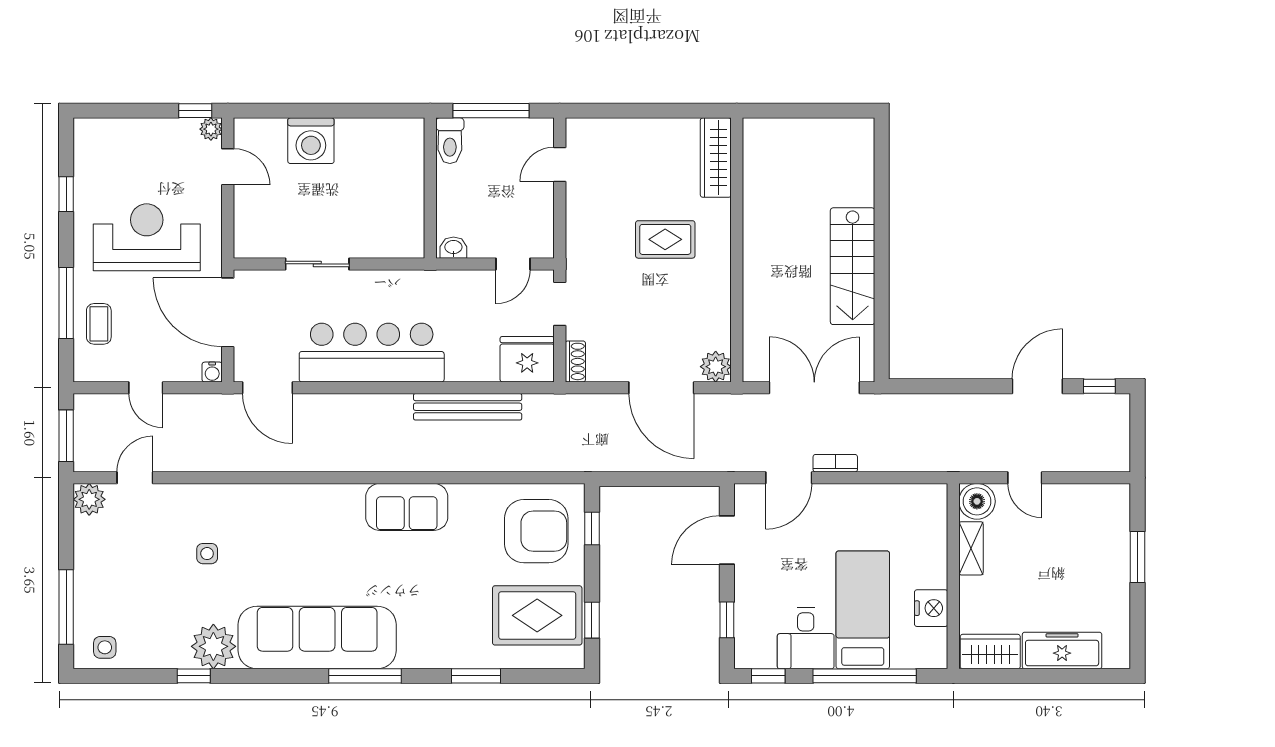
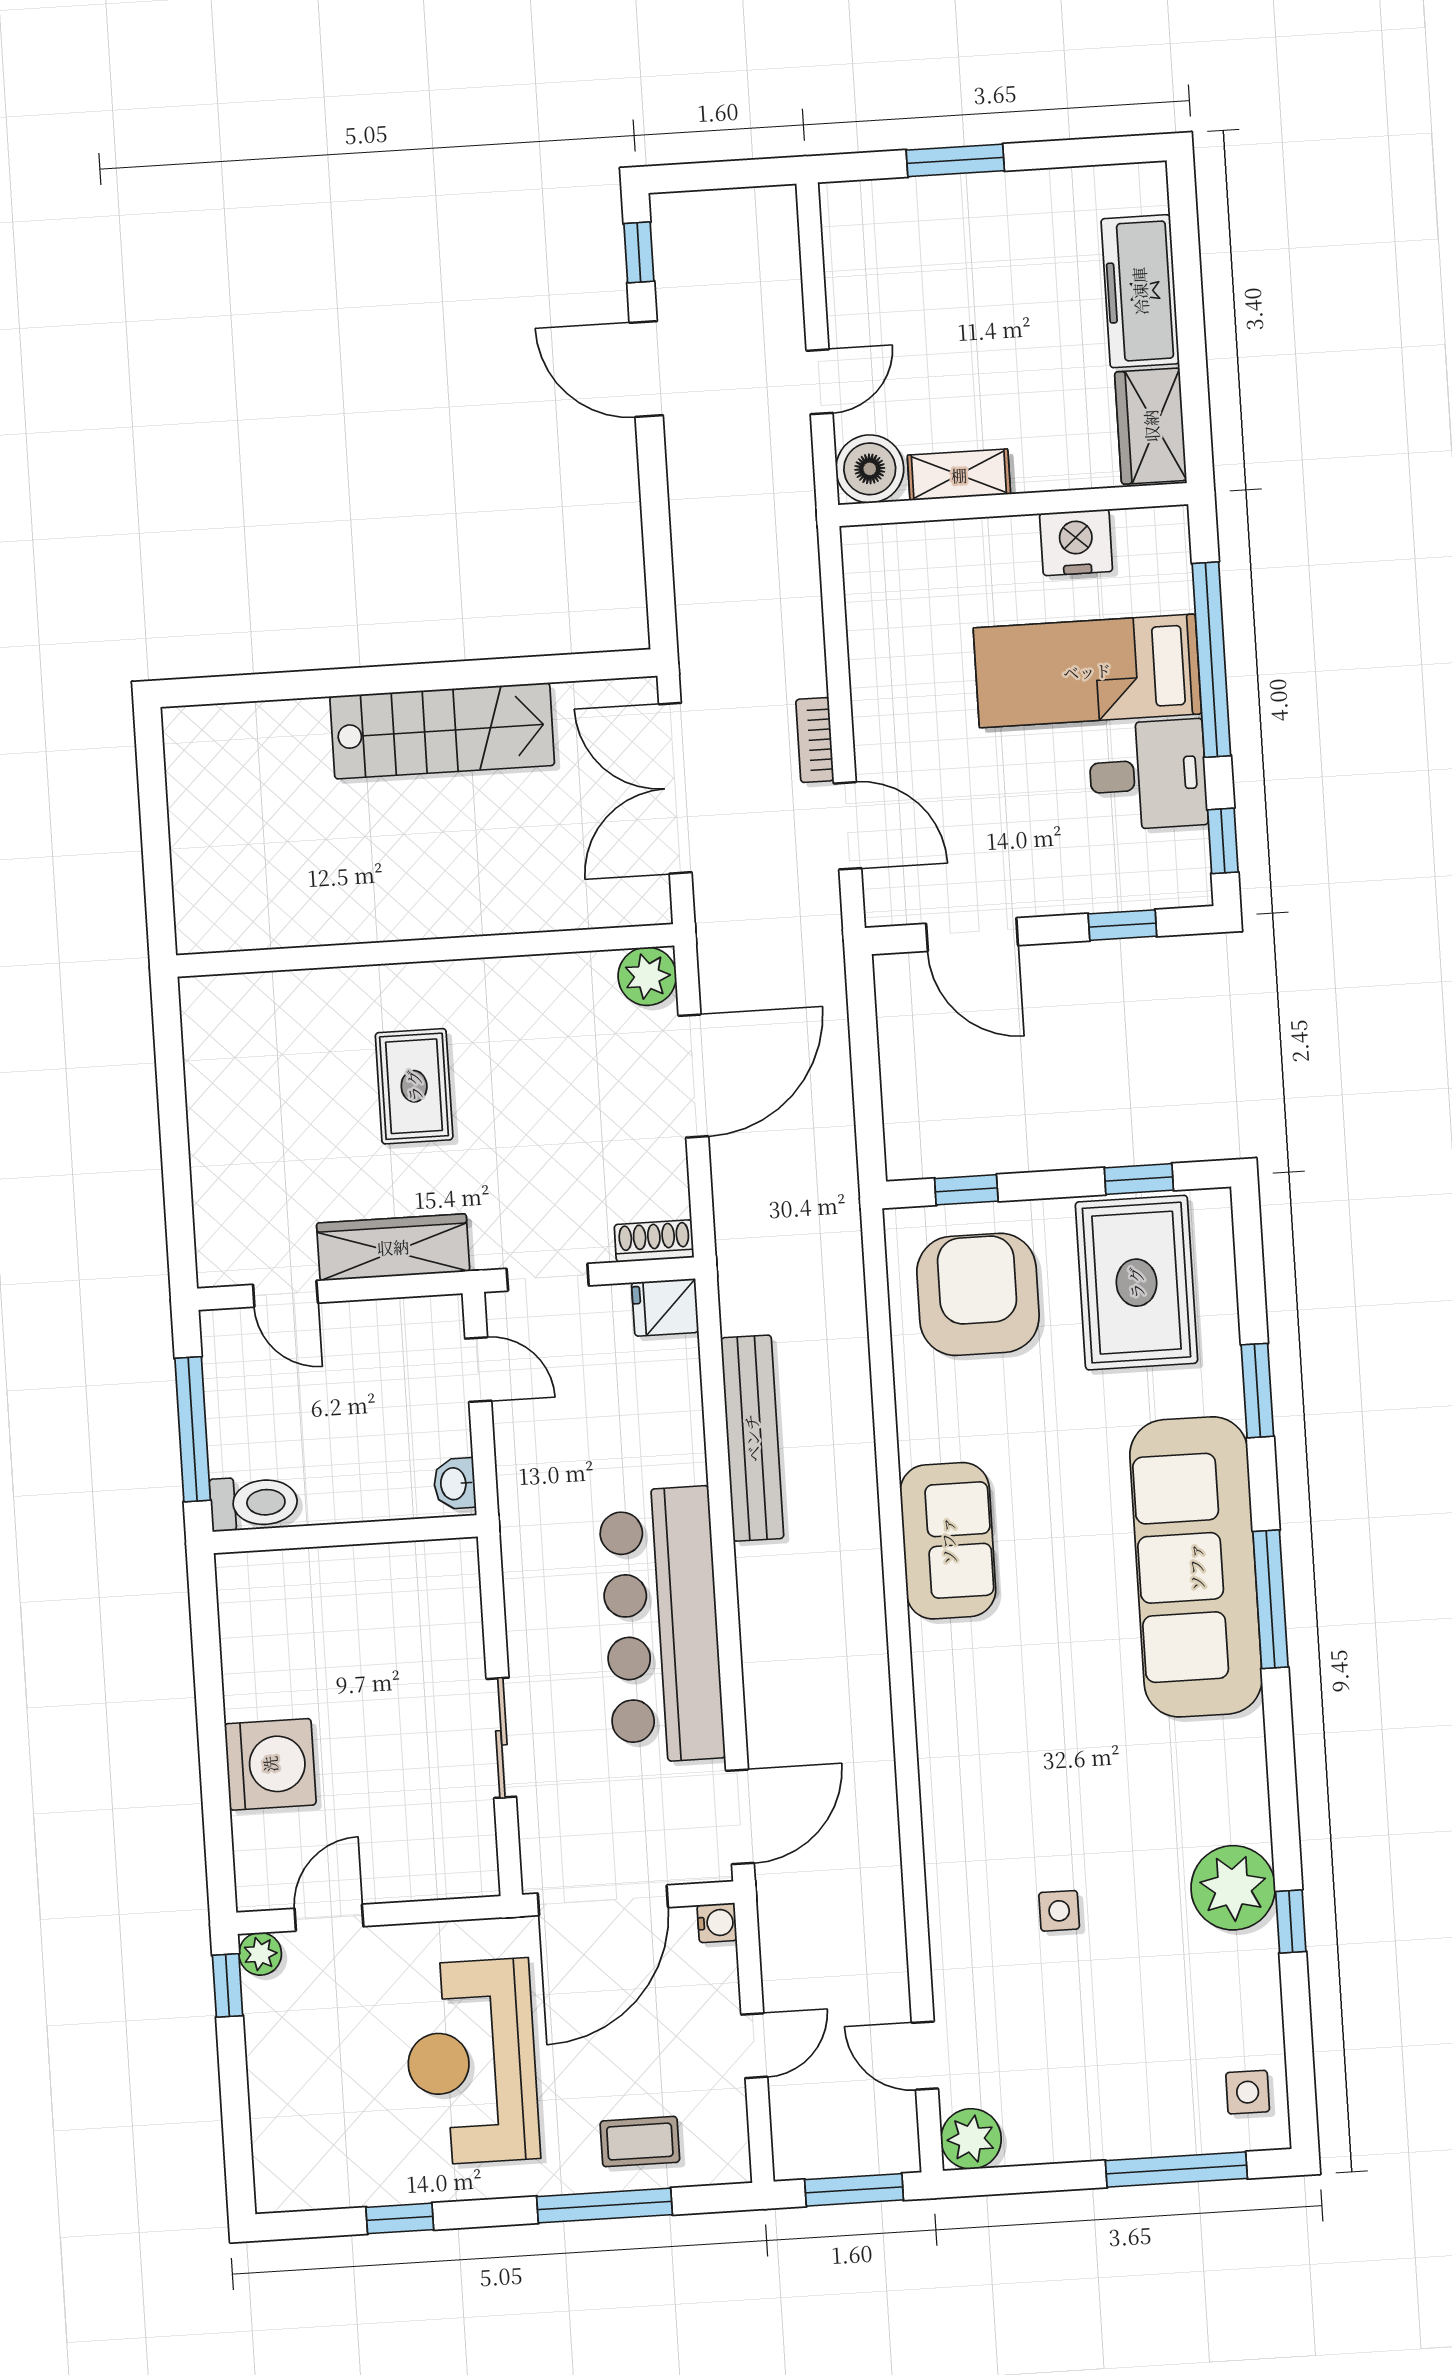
wardrobe: (716, 158) -> (393, 1247), moved, turned 180
fridge: (527, 359) -> (665, 1307), width x0.53, depth x0.75
sofa: (317, 637) -> (1196, 1567), moved

